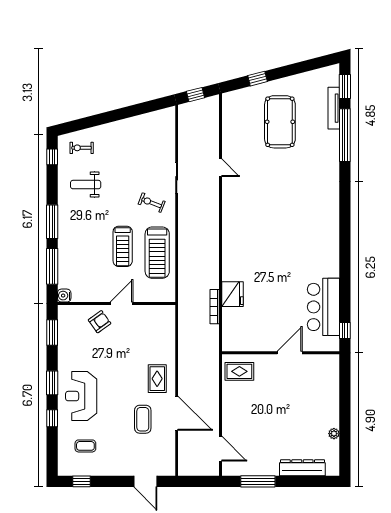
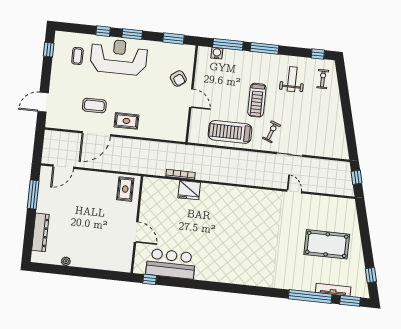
window: (258, 79) -> (371, 275), moved
door: (220, 168) -> (294, 191), swing flipped
treadmill: (123, 246) -> (257, 100), moved, turned -90
water cooler: (64, 296) -> (217, 53), moved
reception desk: (81, 396) -> (119, 57), width x1.36, depth x1.30

